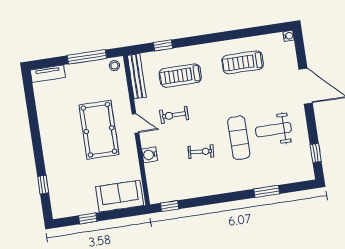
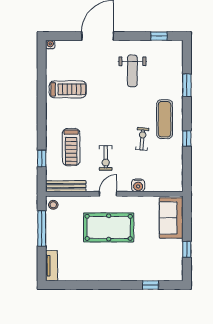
treadmill: (243, 62) -> (68, 89), turned -90
exercise mat: (239, 138) -> (165, 119), moved, turned 90
window: (170, 206) -> (187, 138), moved

